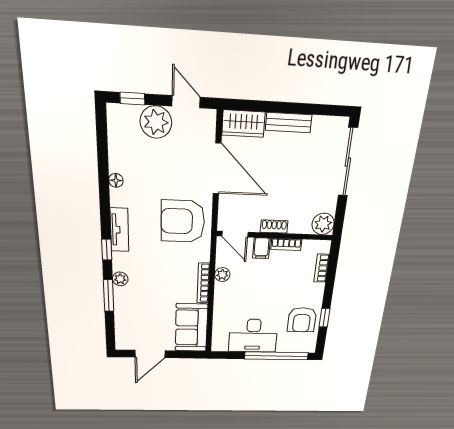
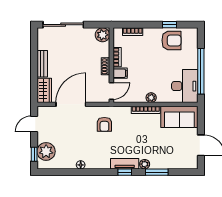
plant: (156, 122) -> (46, 151), moved
armchair: (183, 221) -> (104, 124), width x0.53, depth x0.53
tv unit: (119, 230) -> (125, 164), moved
plant: (222, 275) -> (151, 98), moved
desk: (253, 336) -> (185, 86), moved
window: (276, 356) -> (201, 71), moved

